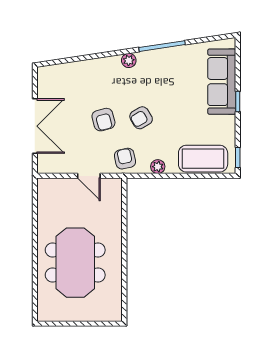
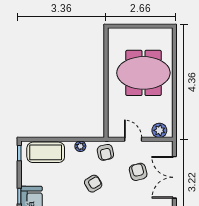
armchair: (103, 120) -> (138, 172), moved
plant: (54, 187) -> (159, 130), added
meeting table: (75, 263) -> (143, 73), turned 90

